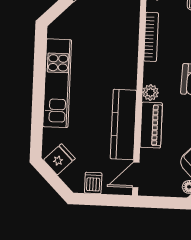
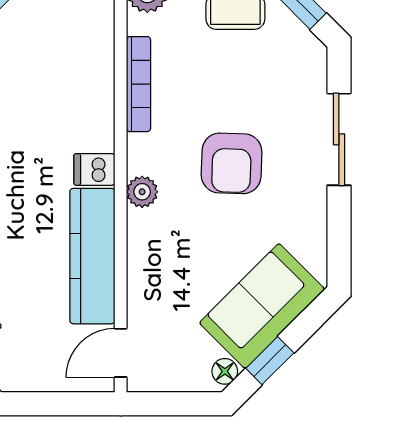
piano: (151, 125) -> (146, 255), removed
dishwasher: (93, 183) -> (94, 169), moved, turned -90

